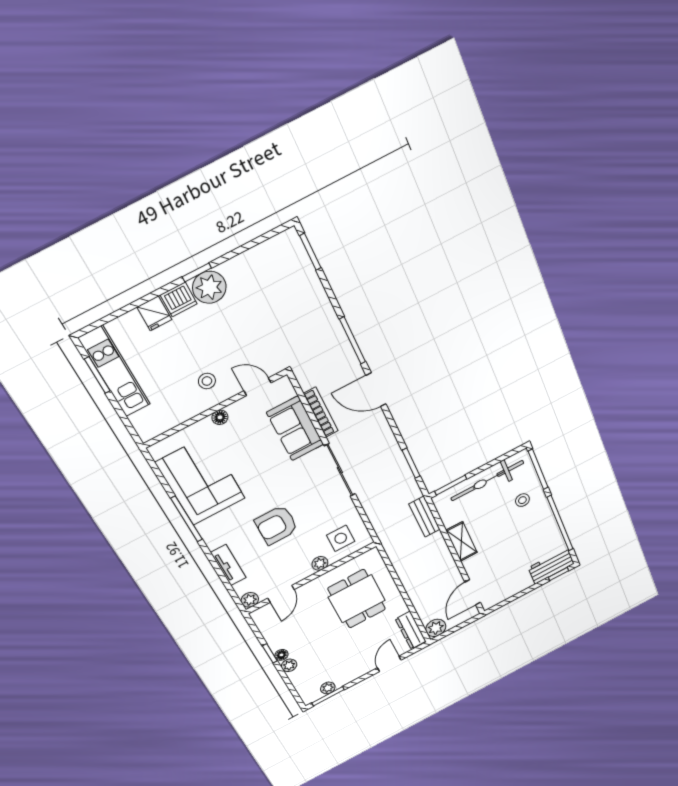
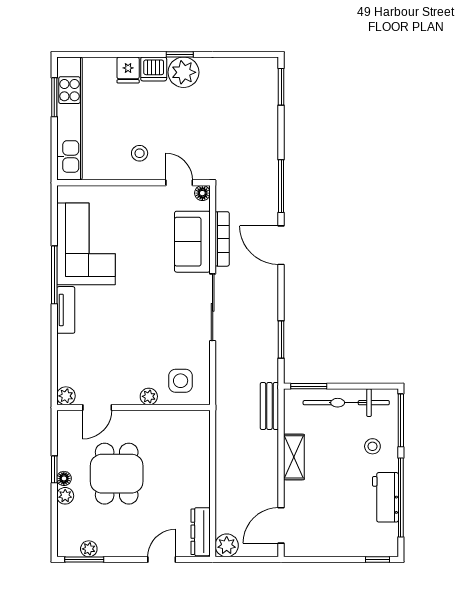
kitchen unit: (114, 372) -> (69, 118), width x1.36
floor lamp: (220, 417) -> (202, 193), moved
armchair: (276, 525) -> (129, 330), removed
tv unit: (228, 565) -> (66, 310), moved
workbench: (551, 566) -> (386, 497), moved, turned -90
dining table: (357, 599) -> (117, 474), moved

